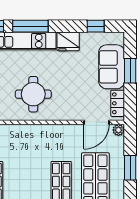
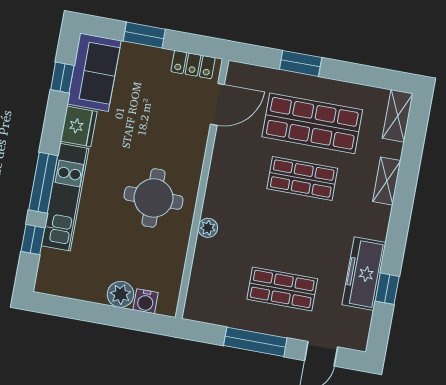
sofa: (112, 67) -> (94, 72), moved, turned -90
door: (96, 122) -> (217, 104), hinge flipped
plant: (118, 130) -> (208, 228), moved

